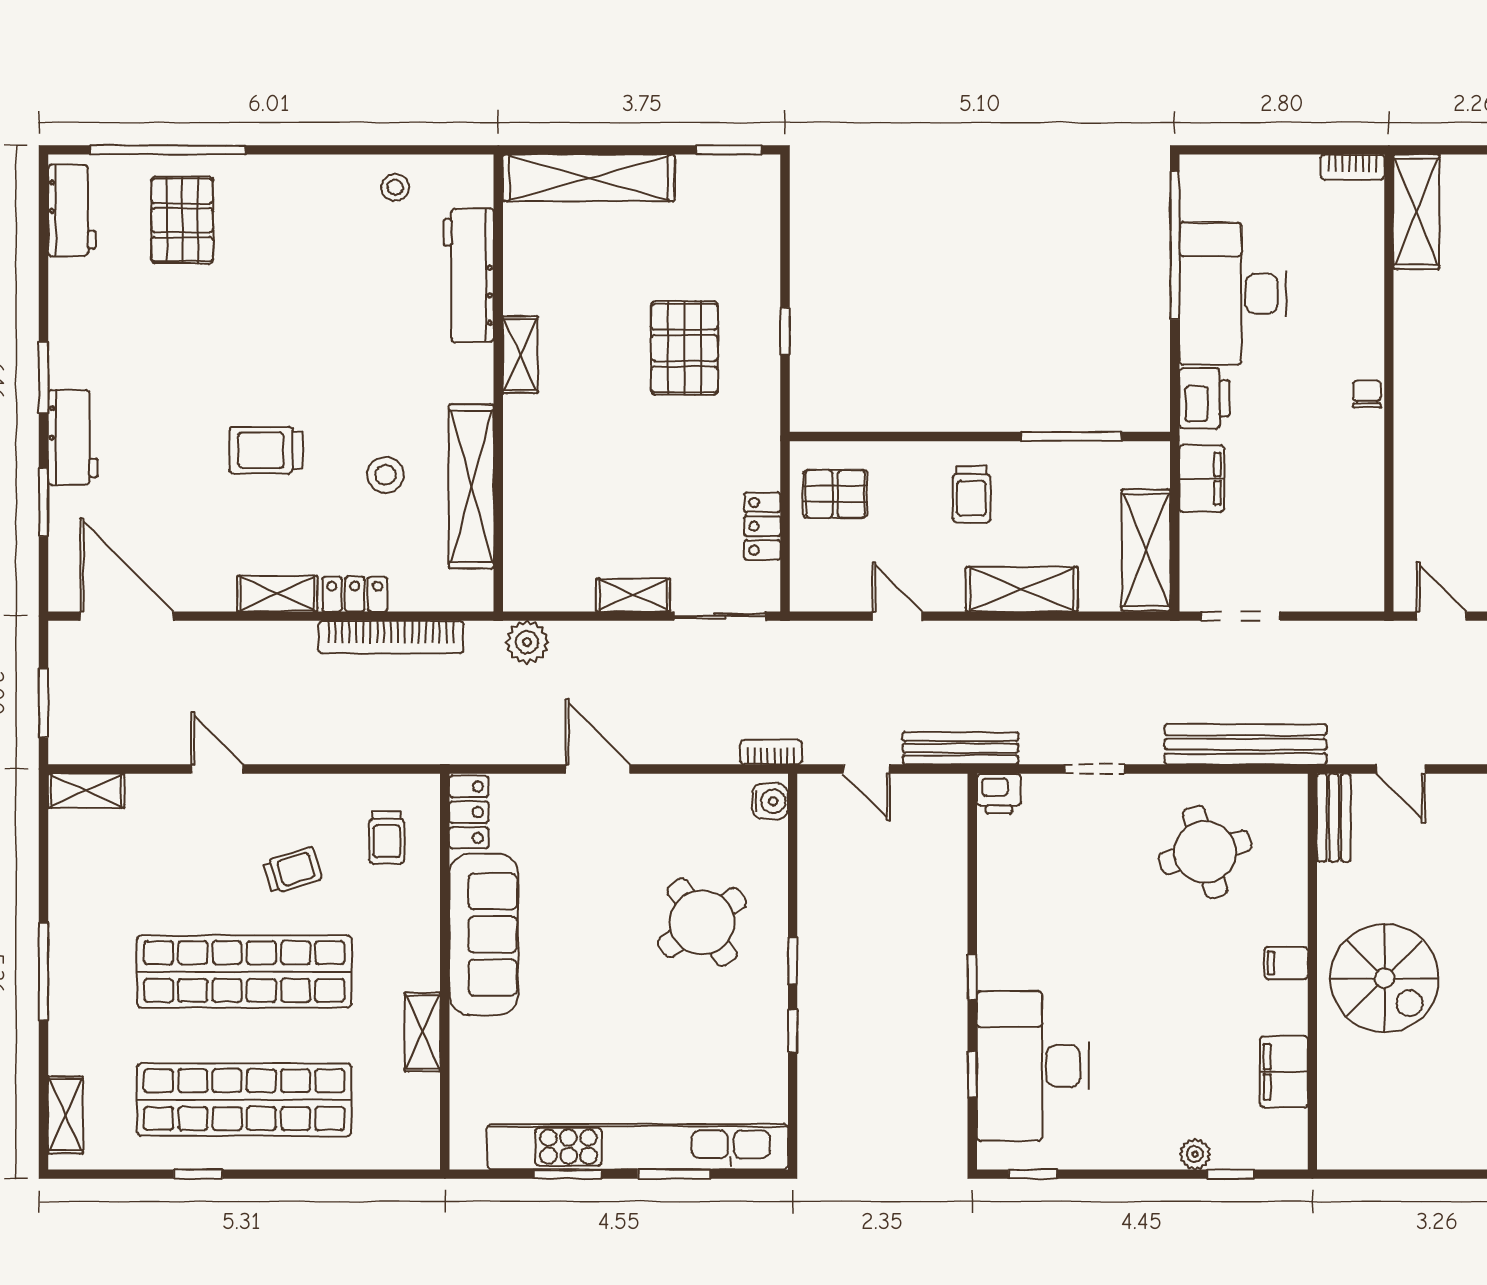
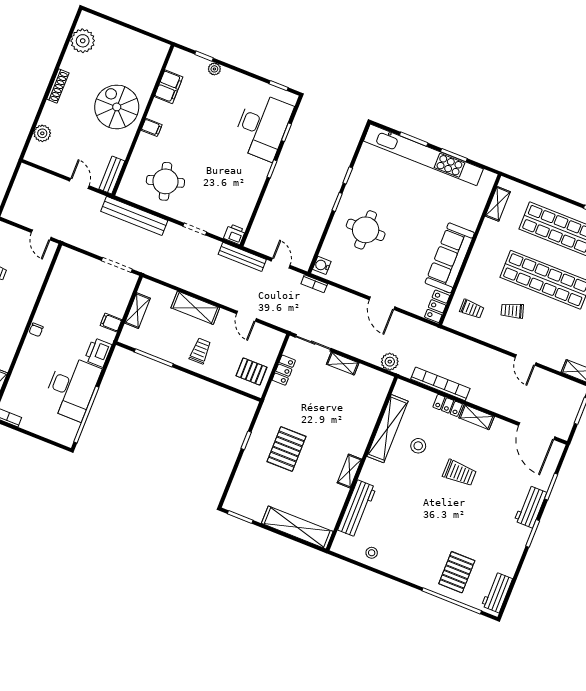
filing cabinet: (1202, 479) -> (111, 323), width x0.50
shelving: (1146, 550) -> (137, 311), width x0.67, depth x0.75
trolley: (387, 837) -> (472, 309), turned 90
round table: (702, 922) -> (366, 230), turned 35
shelving: (422, 1032) -> (498, 204), moved

